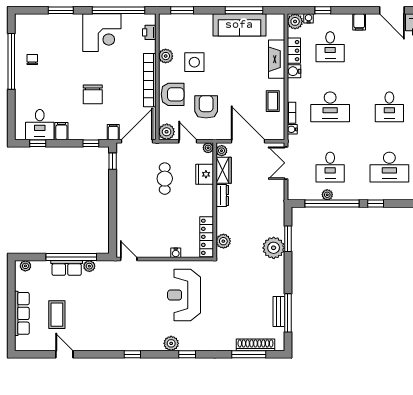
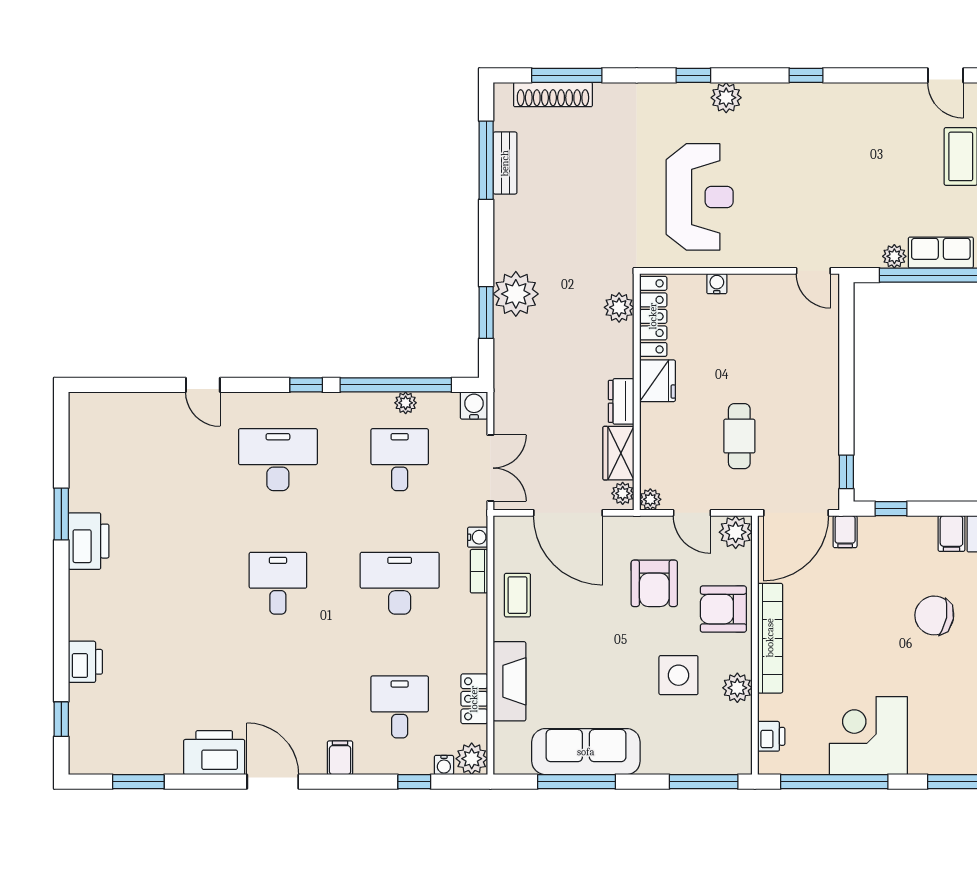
window: (182, 10) -> (704, 782), width x1.44
water cooler: (294, 71) -> (474, 406), moved, turned -90
chair: (93, 94) -> (934, 615), moved, turned -80
fridge: (205, 174) -> (657, 381), moved

